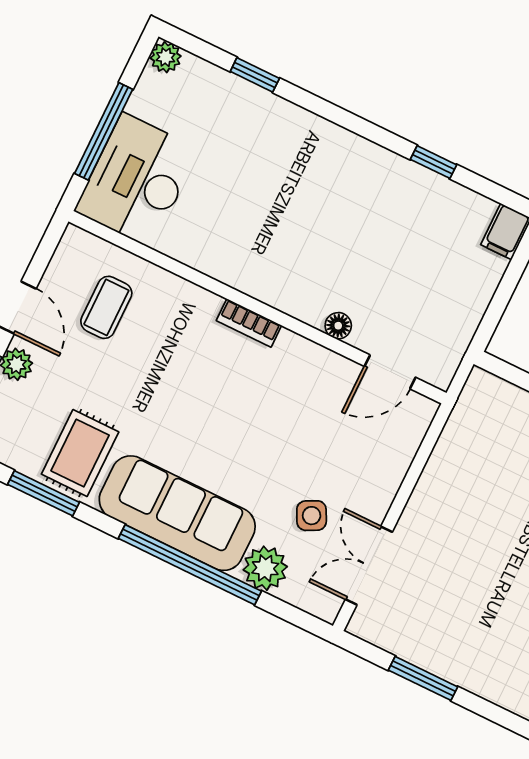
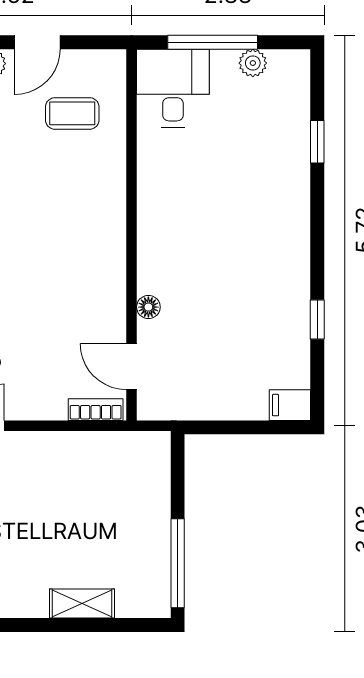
plant: (166, 57) -> (253, 63), moved
desk: (137, 180) -> (173, 88), width x0.73
bookcase: (249, 323) -> (96, 410), moved, turned 90

